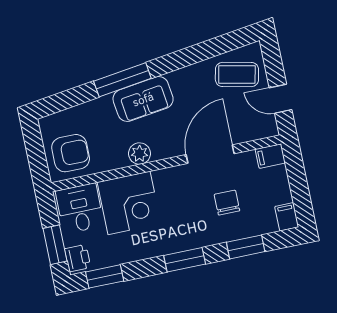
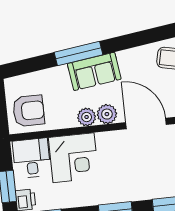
plant: (163, 148) -> (107, 114), added
door: (210, 154) -> (146, 124), hinge flipped
chair: (227, 203) -> (156, 166), removed

